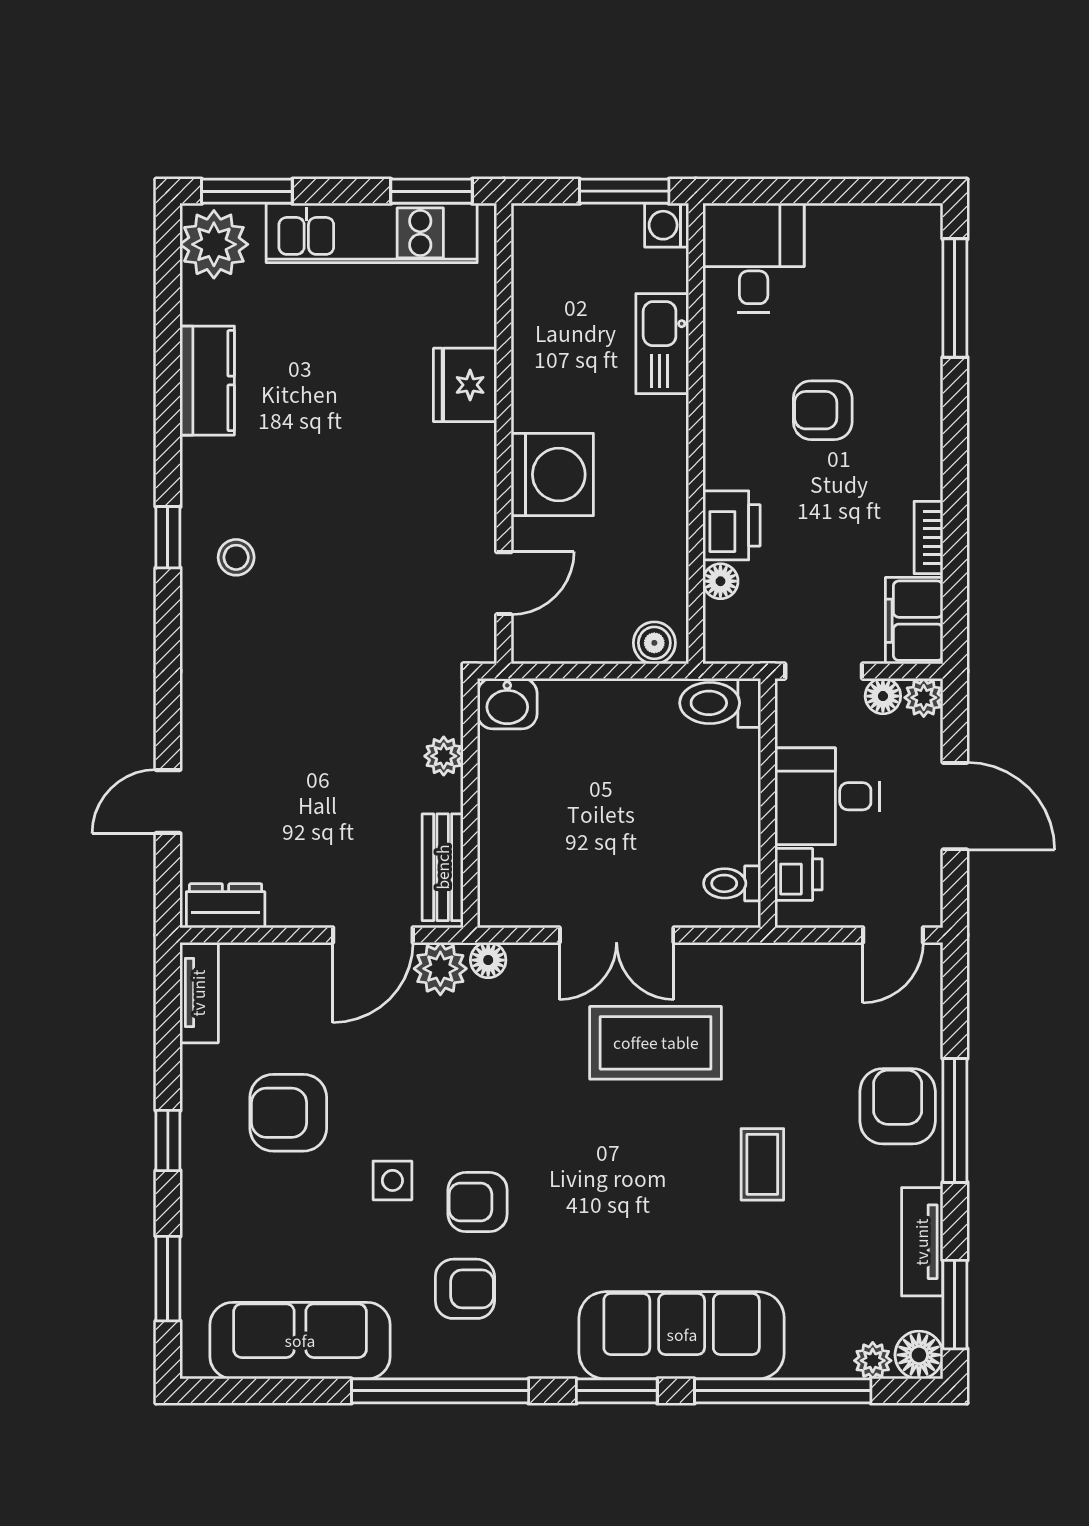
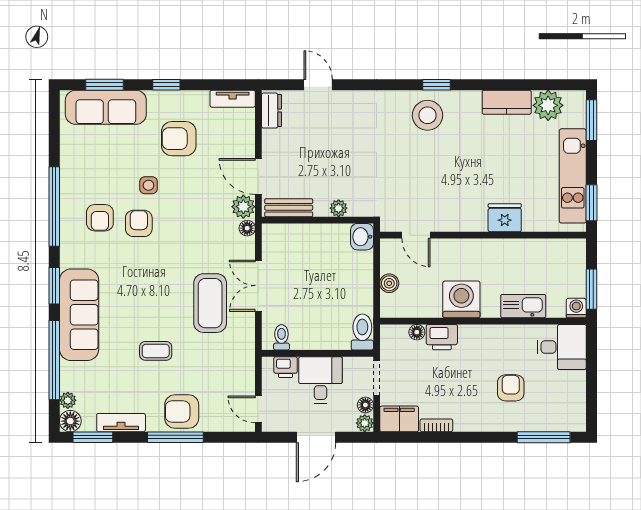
plant: (214, 244) -> (548, 105), moved
armchair: (823, 410) -> (511, 388), moved
washing machine: (552, 474) -> (461, 299), moved, turned 180
stool: (236, 557) -> (428, 115), width x1.89, depth x1.89
boiler: (654, 643) -> (389, 283), moved
armchair: (898, 1106) -> (182, 412), turned 180
armchair: (288, 1113) -> (179, 139), turned -90
sofa: (300, 1341) -> (106, 107), moved, turned 90

